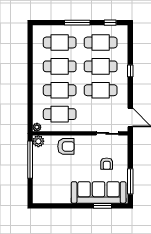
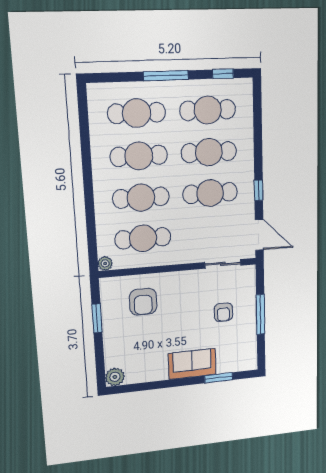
window: (130, 71) -> (259, 190), moved
plant: (38, 141) -> (115, 377), moved
armchair: (66, 146) -> (143, 302), moved, turned 90
window: (30, 160) -> (97, 318), width x0.47
window: (130, 181) -> (260, 314), moved
sofa: (99, 192) -> (192, 364), width x0.54, depth x0.79

